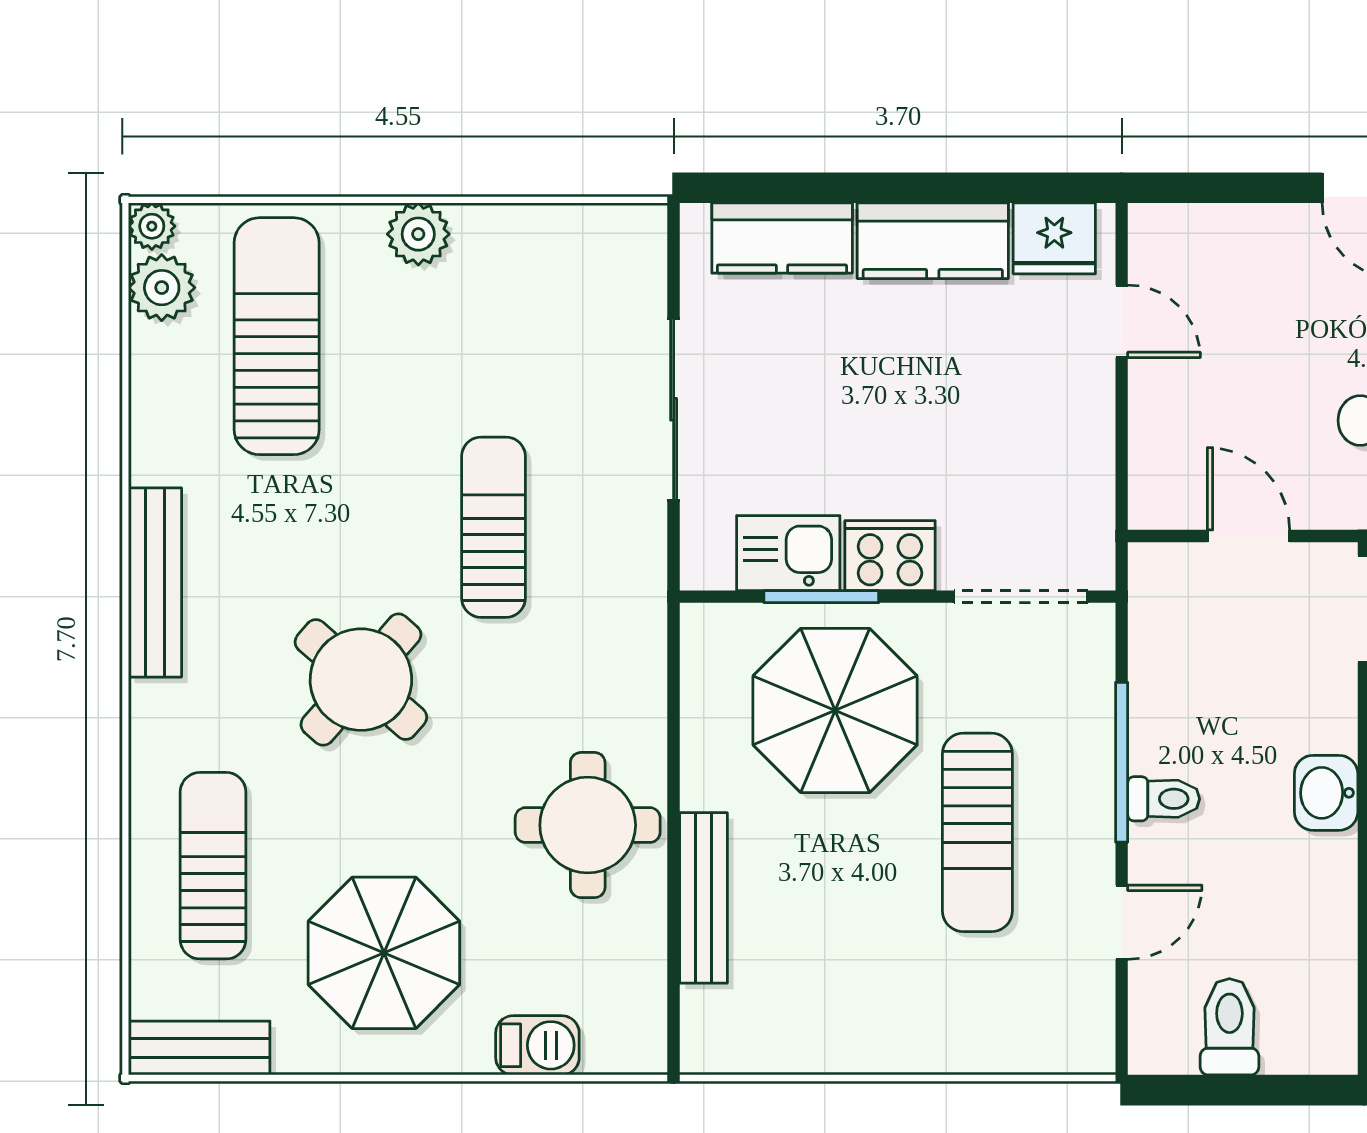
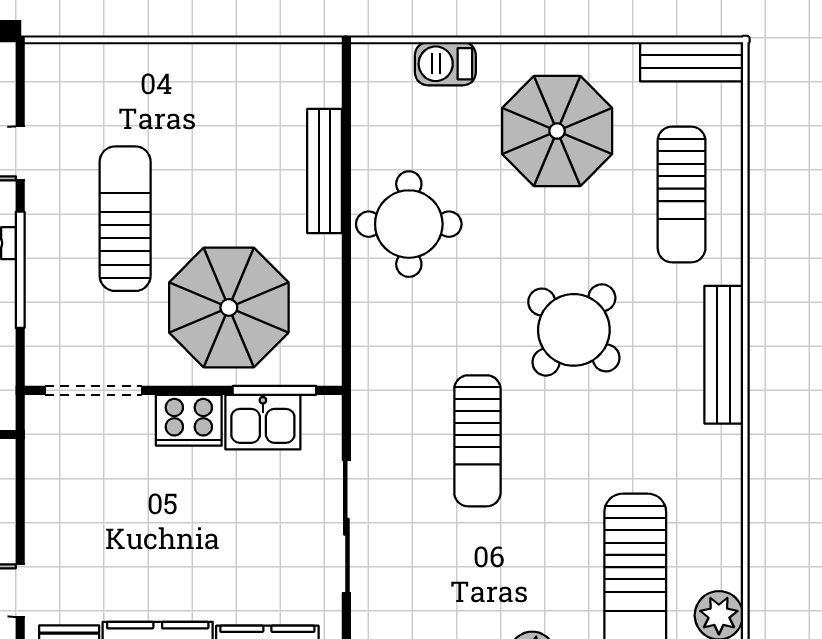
bench: (155, 582) -> (724, 355), moved
window: (821, 597) -> (274, 390), moved

